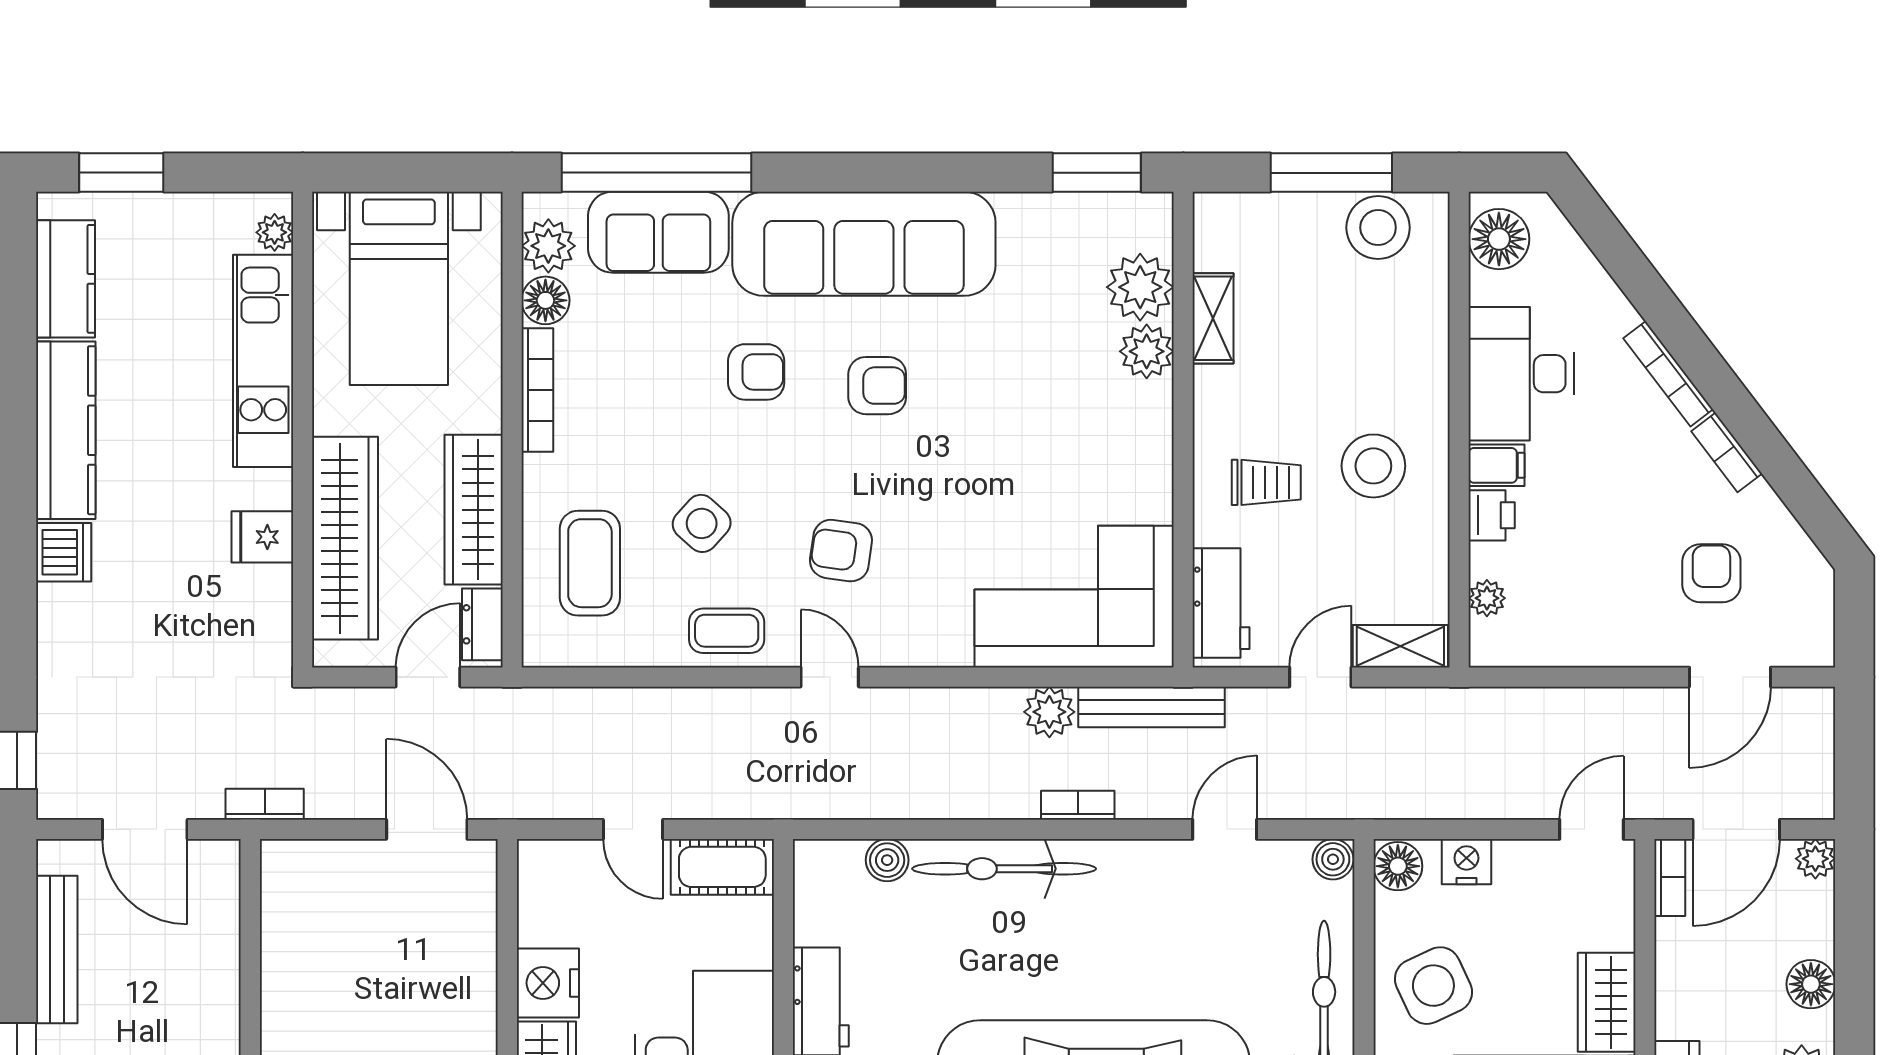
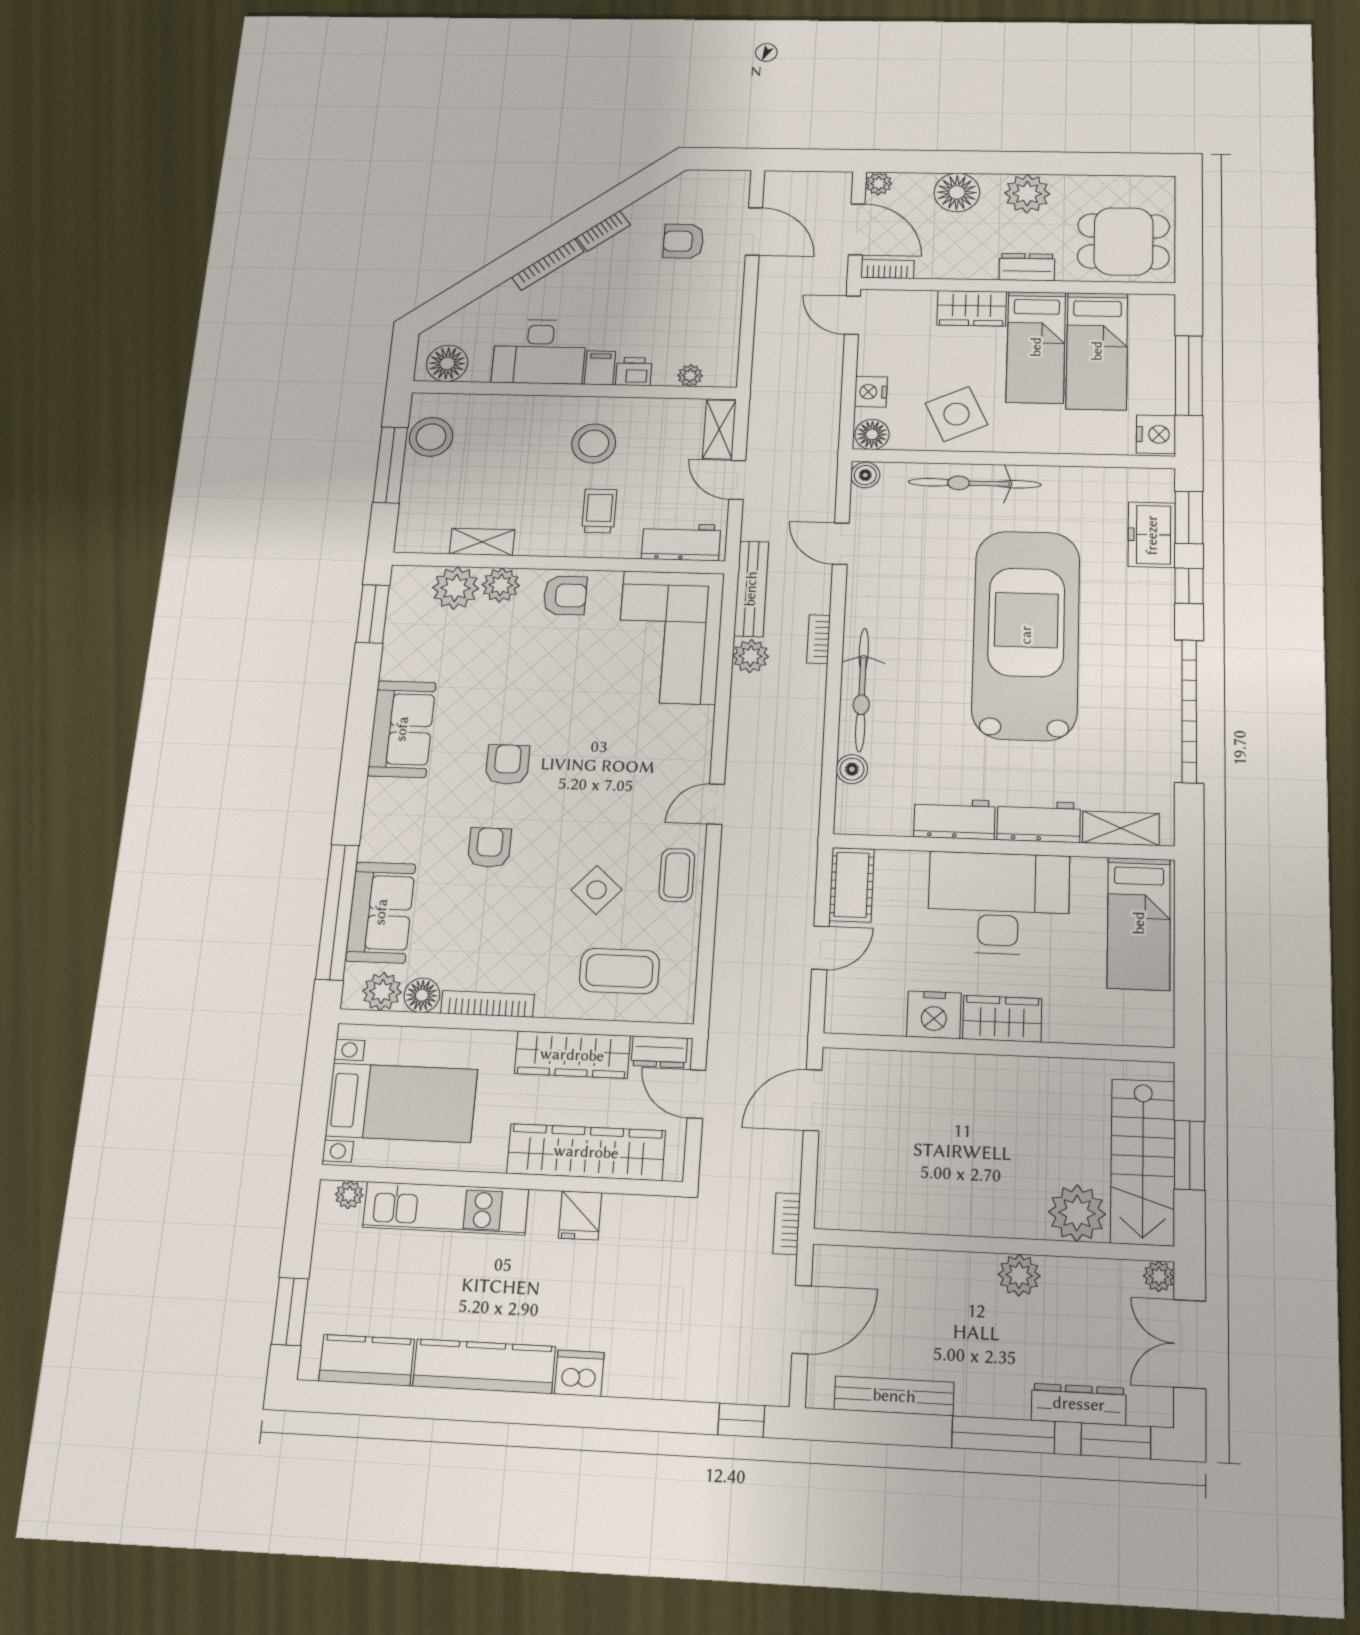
sofa: (864, 244) -> (402, 729), width x0.54, depth x0.79
armchair: (841, 551) -> (565, 595), moved, turned -98
floor lamp: (1811, 984) -> (957, 192), width x1.38, depth x1.38

